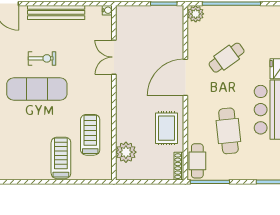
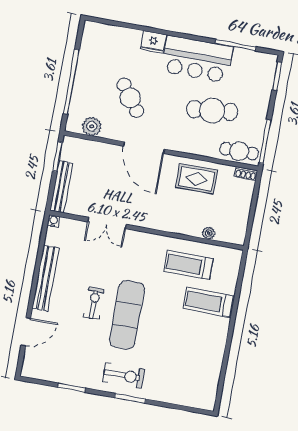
bench: (138, 12) -> (61, 187), added
plant: (196, 14) -> (92, 126), moved
plant: (126, 152) -> (209, 233), width x0.53, depth x0.53
shoe rack: (179, 166) -> (246, 174), width x0.70

